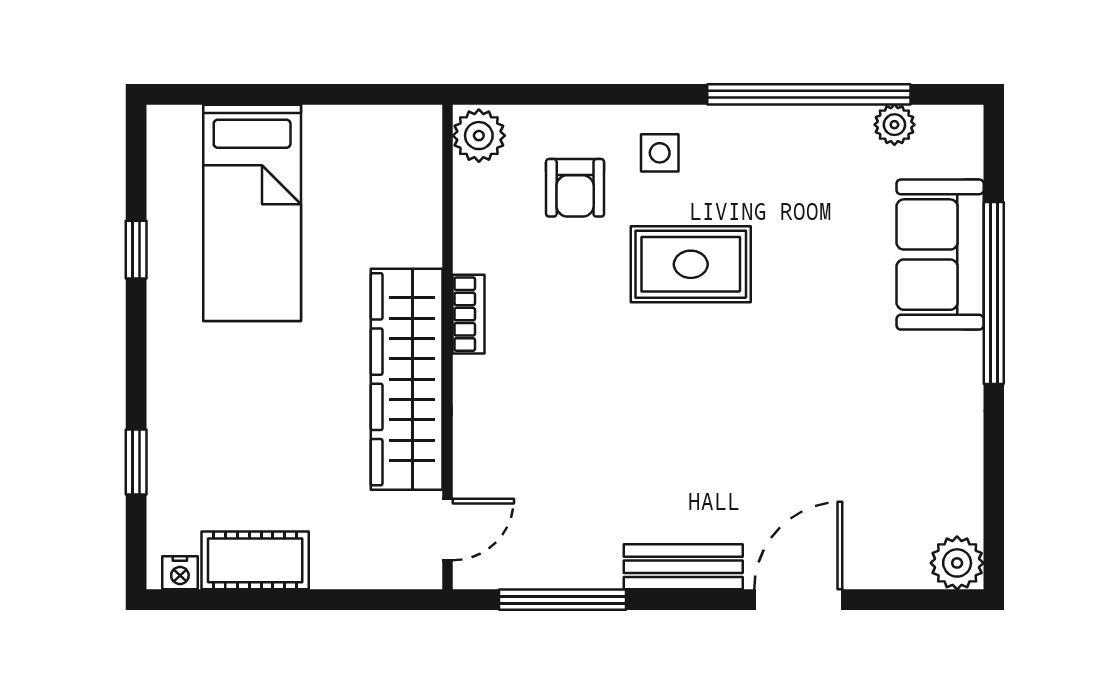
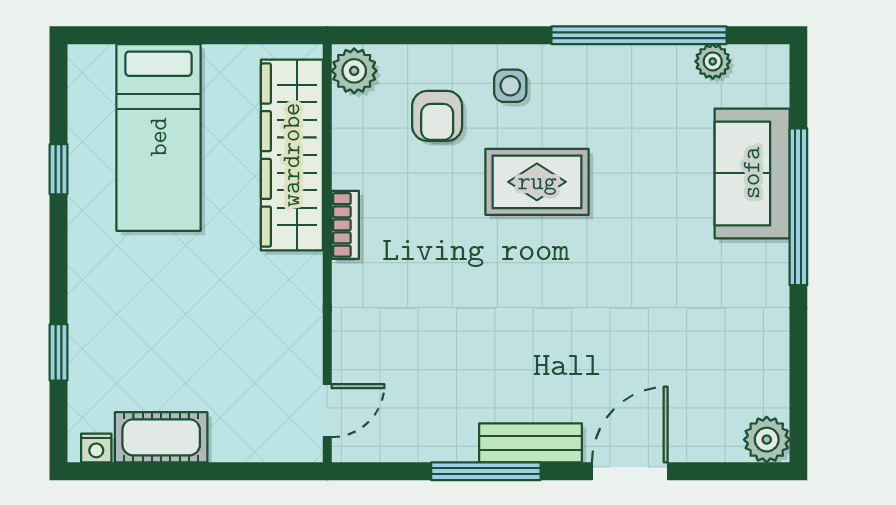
wardrobe: (407, 379) -> (292, 155), moved
window: (562, 600) -> (486, 471), moved

